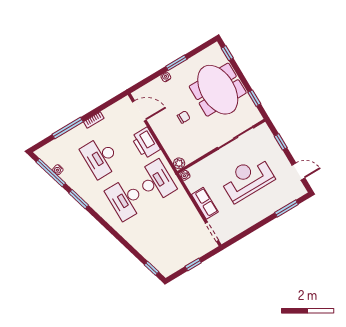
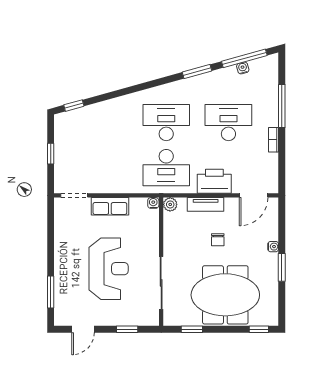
tv unit: (165, 140) -> (206, 204), added

